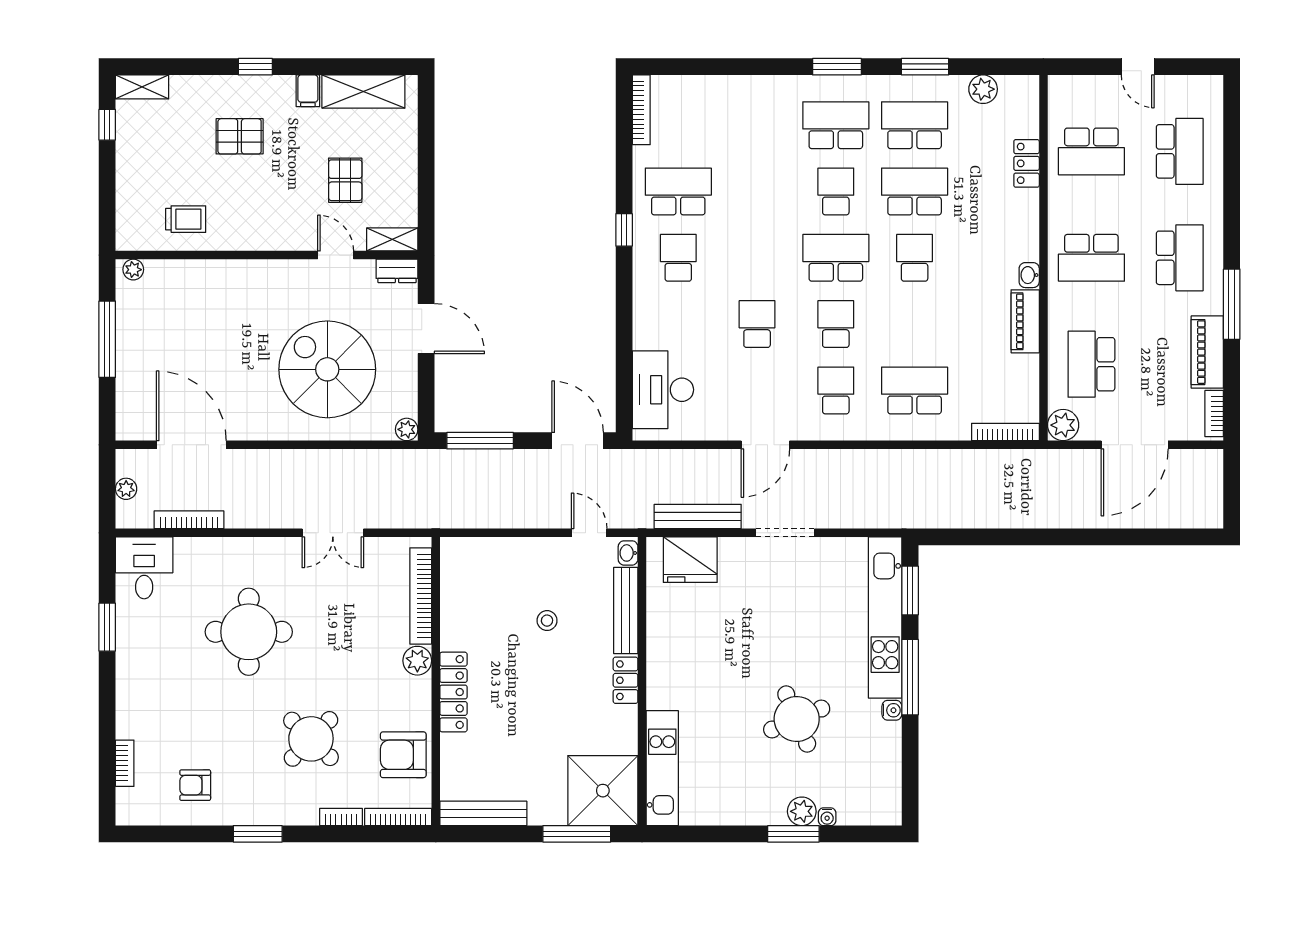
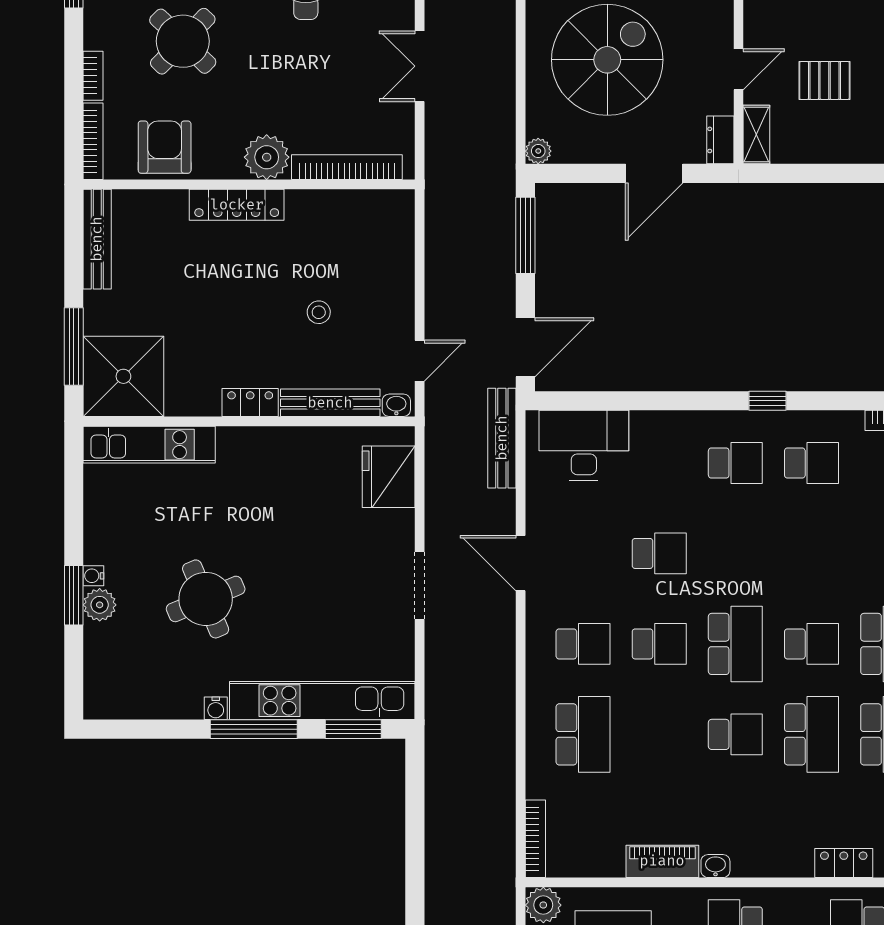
school desk: (678, 191) -> (812, 463), width x0.54
bench: (698, 516) -> (502, 438), moved
plant: (417, 661) -> (267, 157), width x1.36, depth x1.36
water cooler: (827, 817) -> (93, 576), moved

